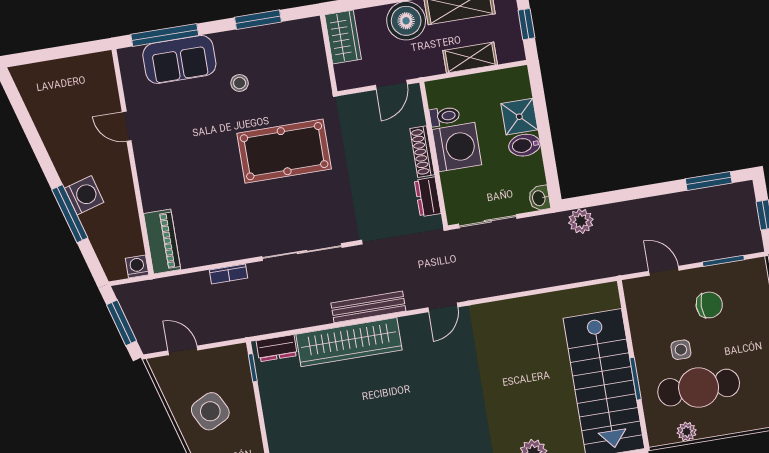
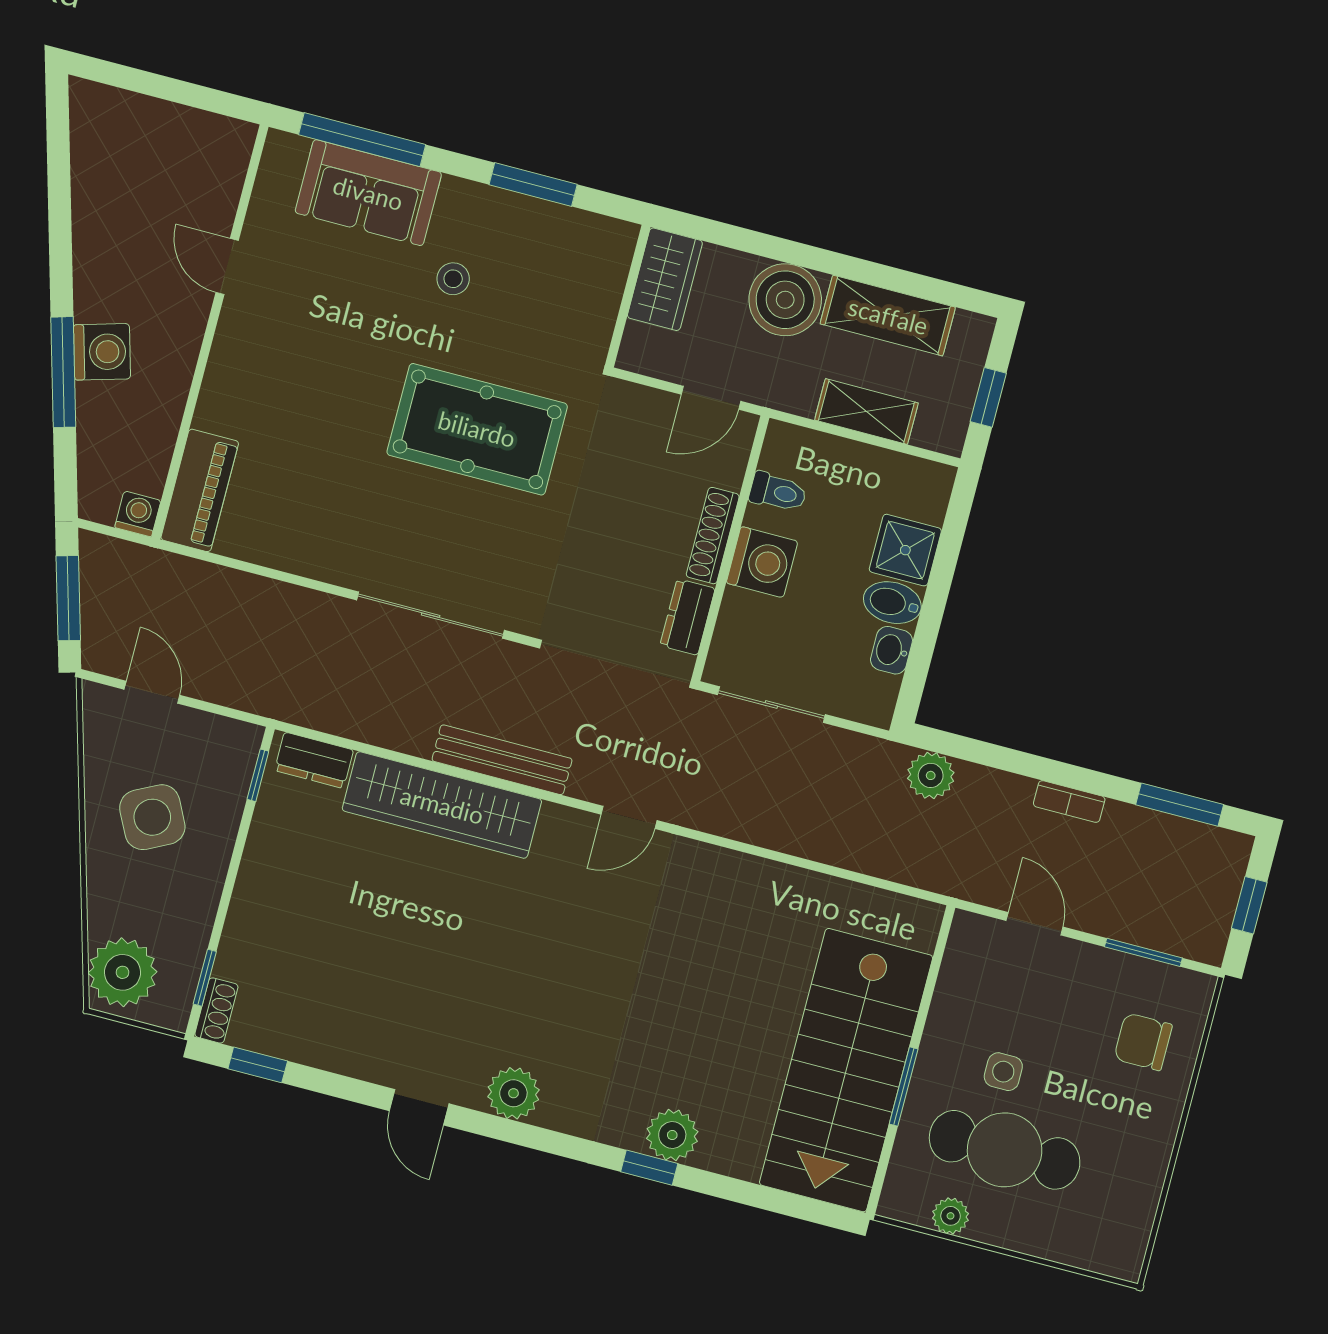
washing machine: (457, 147) -> (762, 562), width x0.73, depth x0.73
washbasin: (539, 198) -> (891, 650), moved
bookcase: (228, 274) -> (1069, 801), moved
chair: (709, 305) -> (1143, 1042), moved, turned 180

